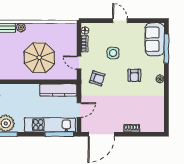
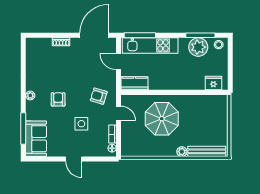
kitchen counter: (58, 90) -> (135, 83), width x0.67
door: (79, 110) -> (118, 62), hinge flipped

